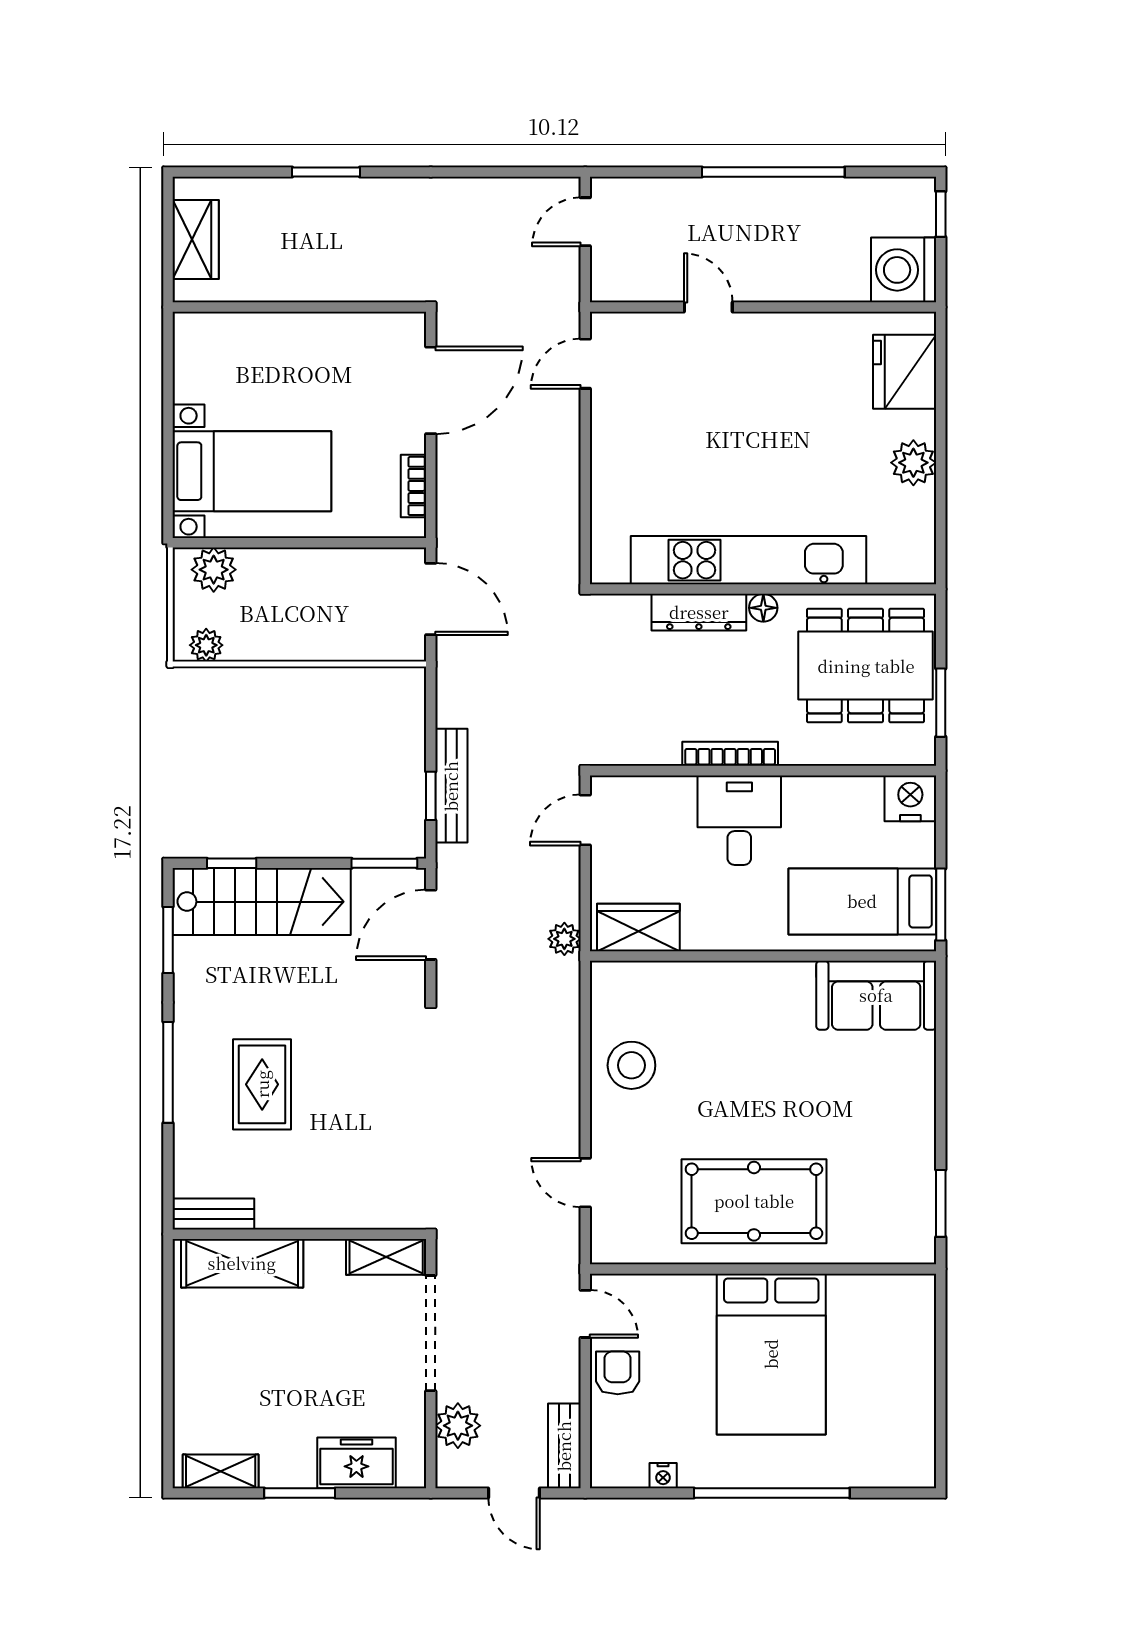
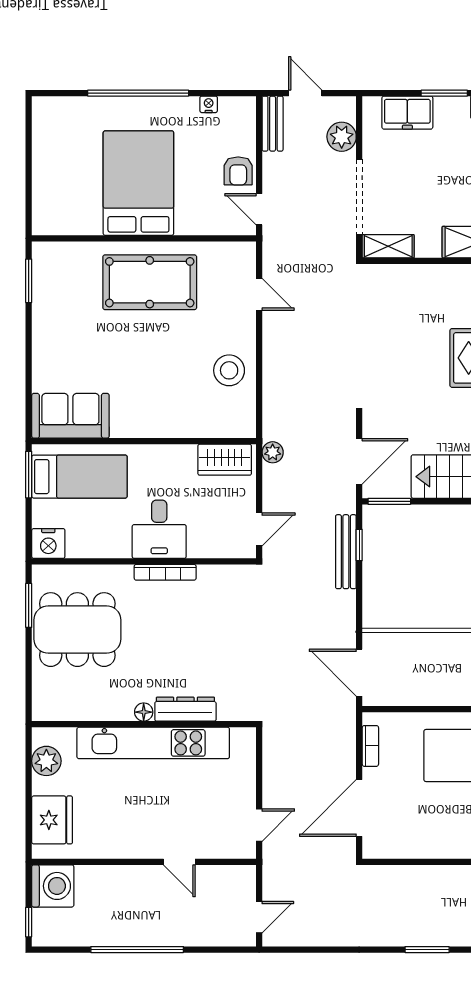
kitchen unit: (749, 560) -> (153, 743), moved
wall: (763, 589) -> (144, 724), moved
floor lamp: (763, 608) -> (144, 712), moved
dresser: (699, 612) -> (185, 709), moved

